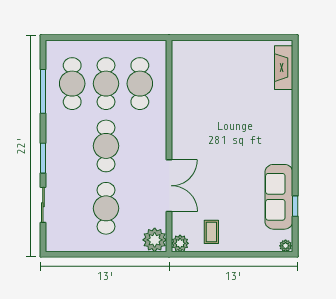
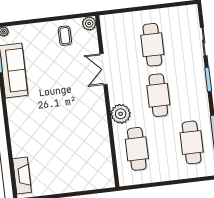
cafe table: (106, 84) -> (164, 146), removed
double door: (169, 186) -> (104, 69), width x0.73
plant: (155, 240) -> (121, 114), moved

